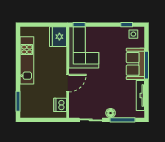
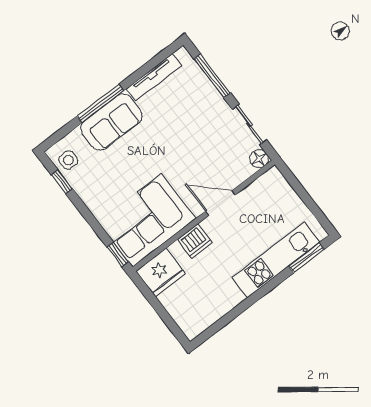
kitchen unit: (27, 60) -> (276, 260), moved
dishwasher: (60, 105) -> (195, 241), moved
floor lamp: (111, 113) -> (259, 159), moved

